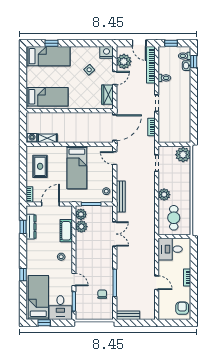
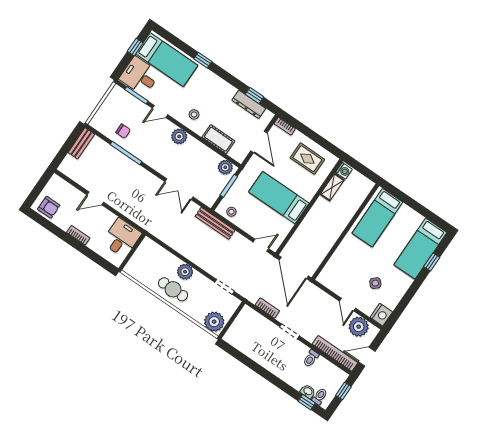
wardrobe: (107, 95) -> (335, 284), removed
cafe table: (174, 218) -> (173, 289), moved
plant: (81, 227) -> (179, 136), moved

